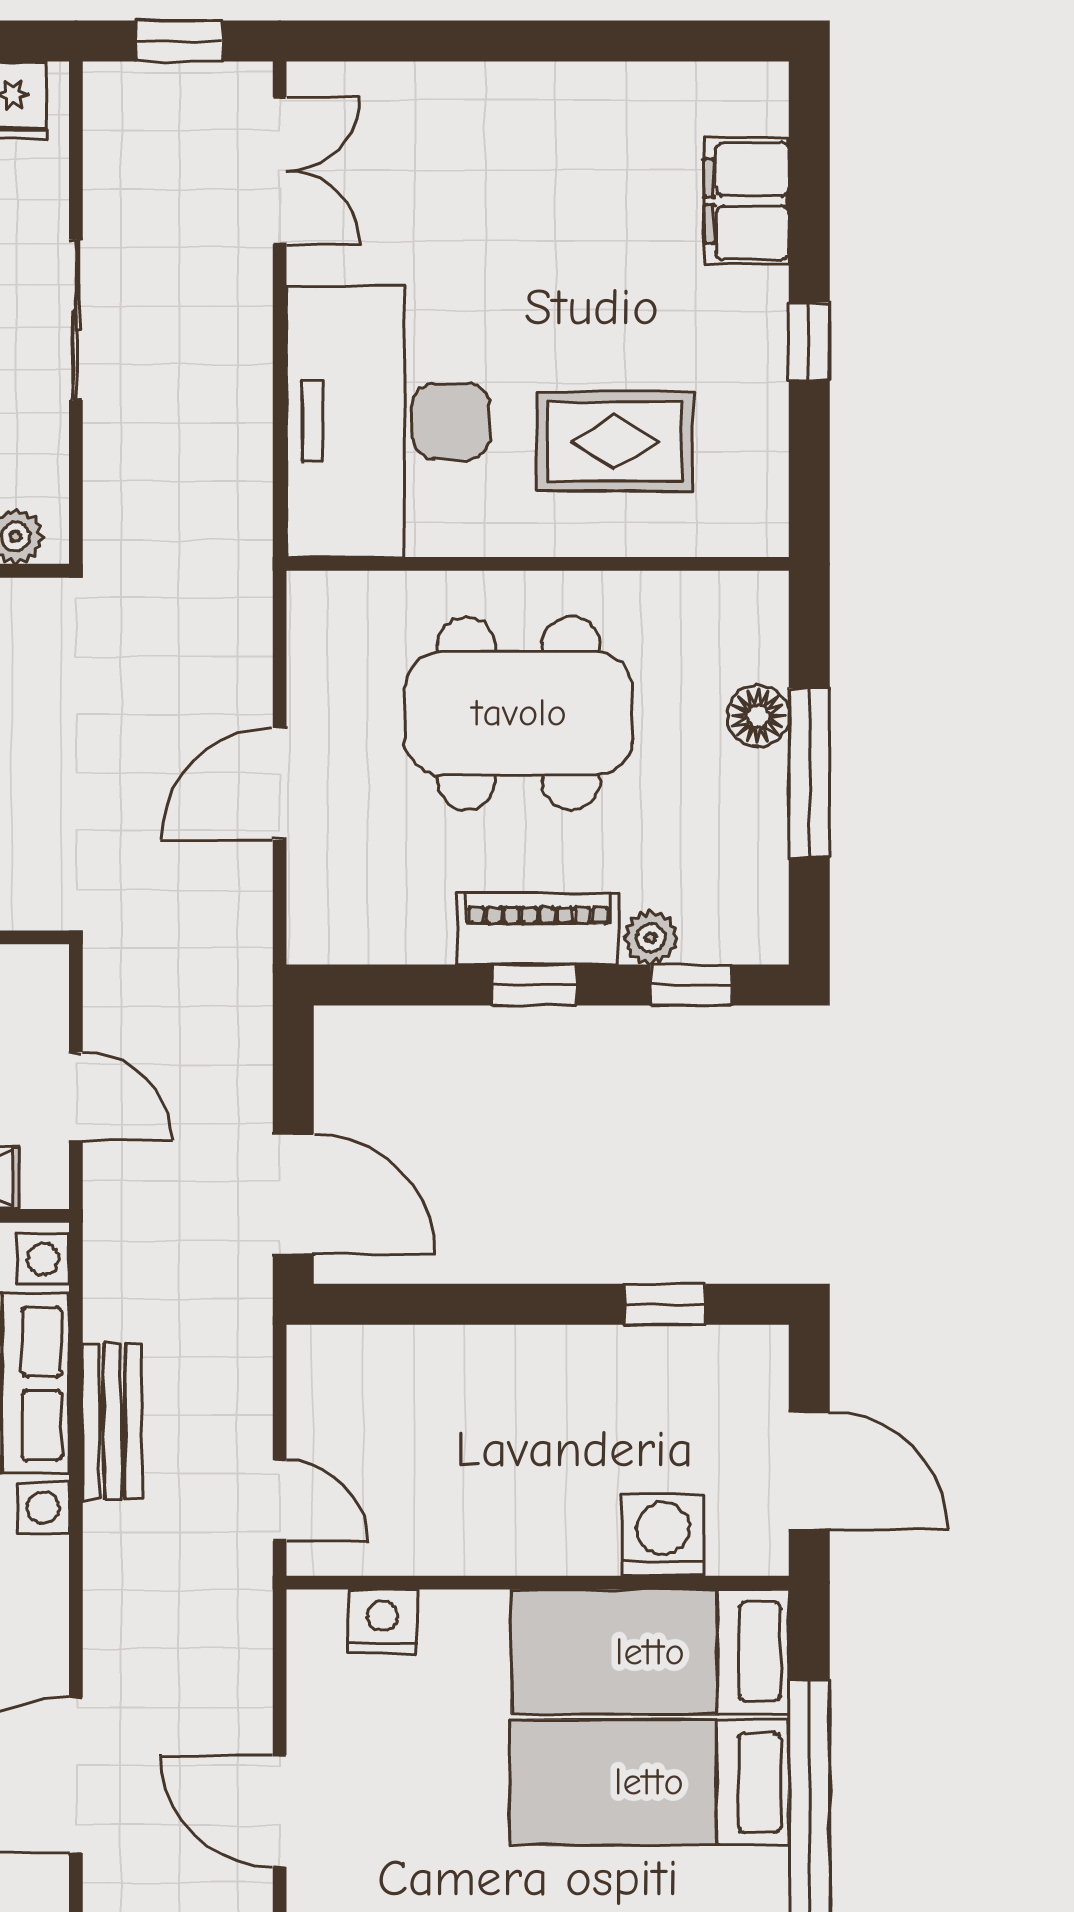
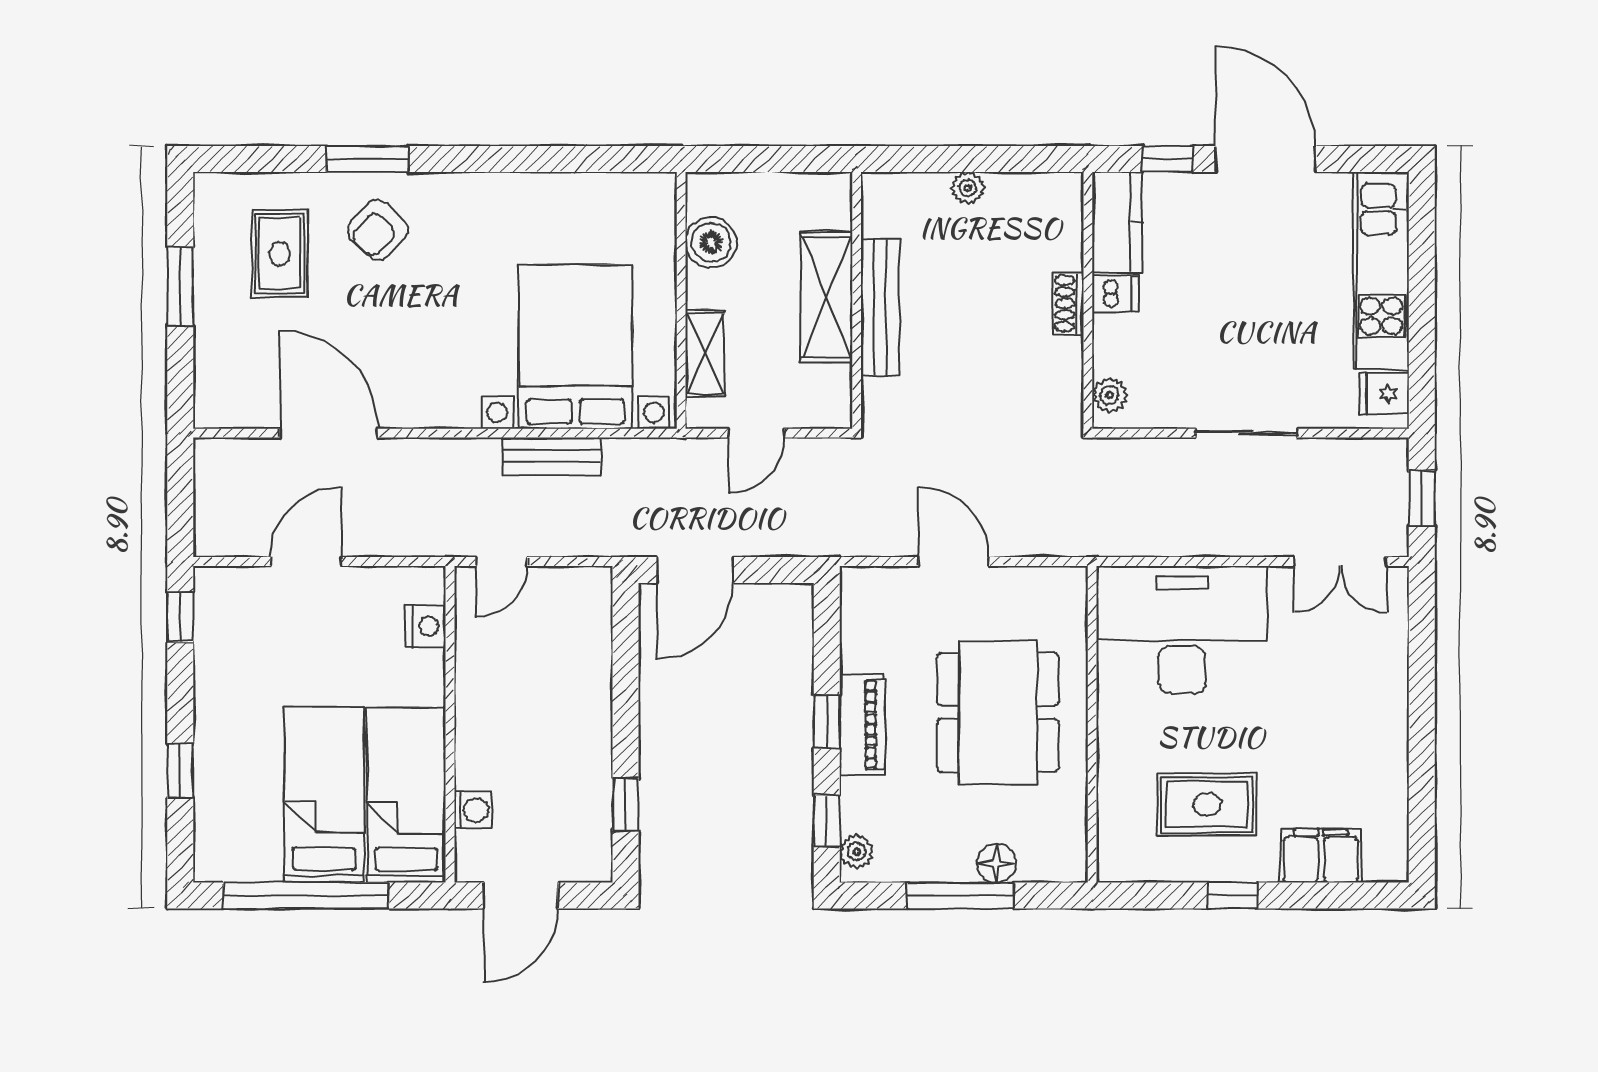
rug: (615, 441) -> (1207, 804), moved, turned 90
plant: (651, 938) -> (857, 851), moved
washing machine: (663, 1535) -> (473, 810), width x0.73, depth x0.73

